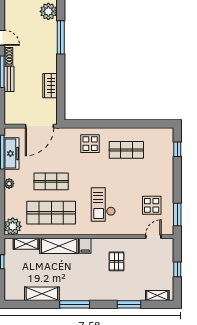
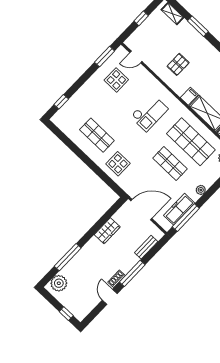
bench: (9, 79) -> (146, 247), moved

